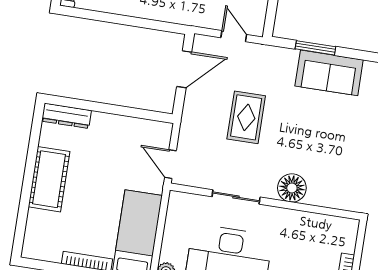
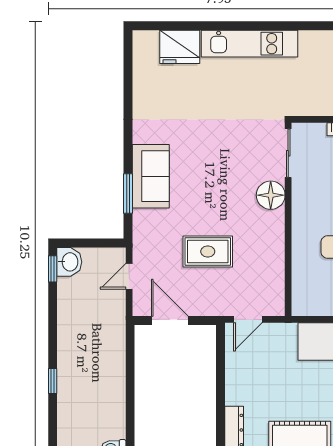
door: (170, 164) -> (248, 319), moved
sliding door: (236, 197) -> (288, 153), moved

